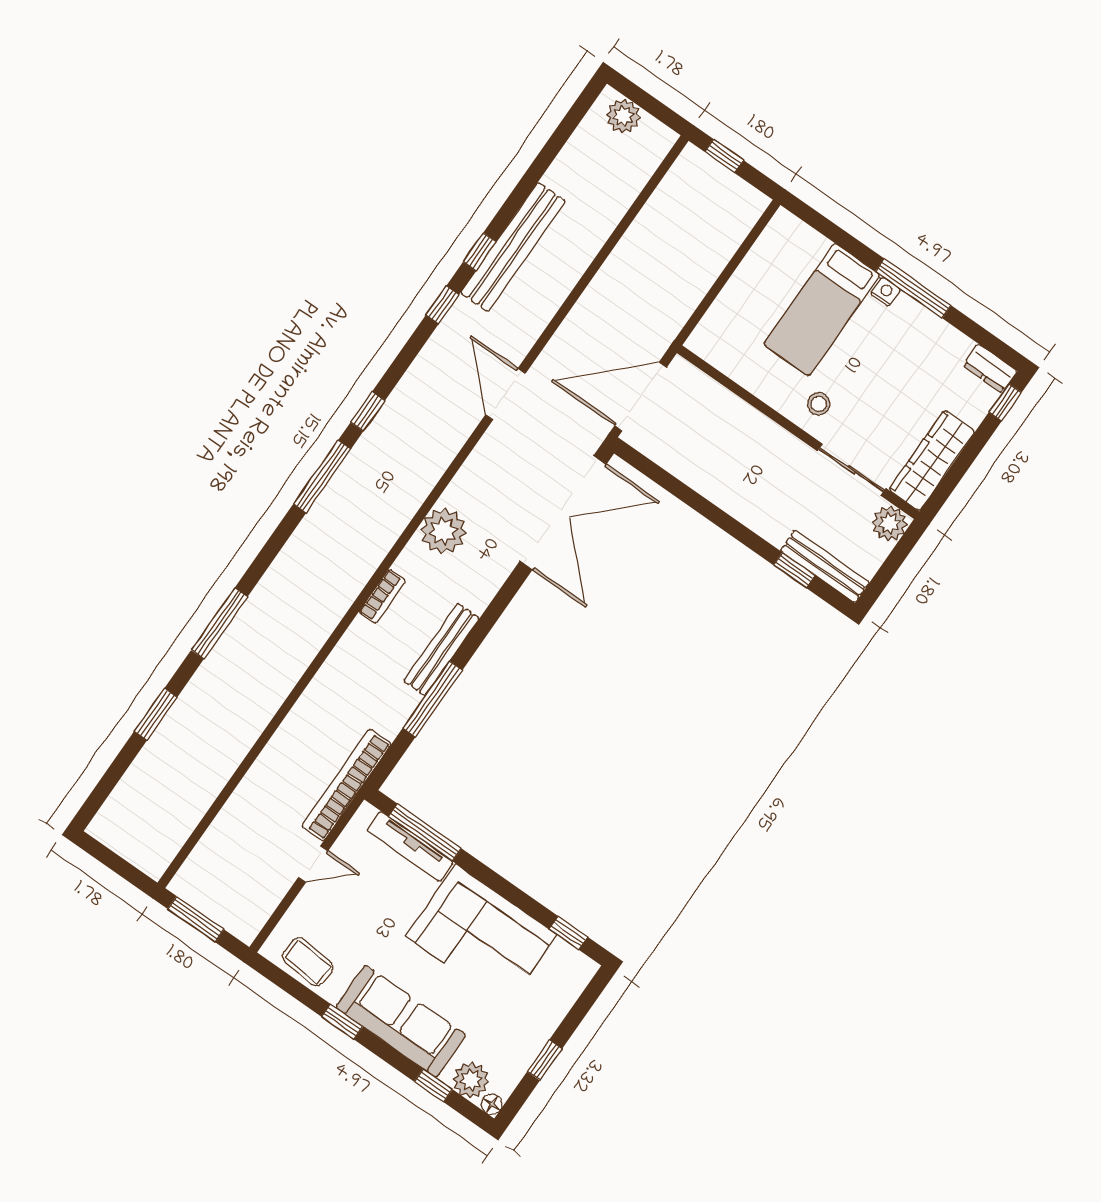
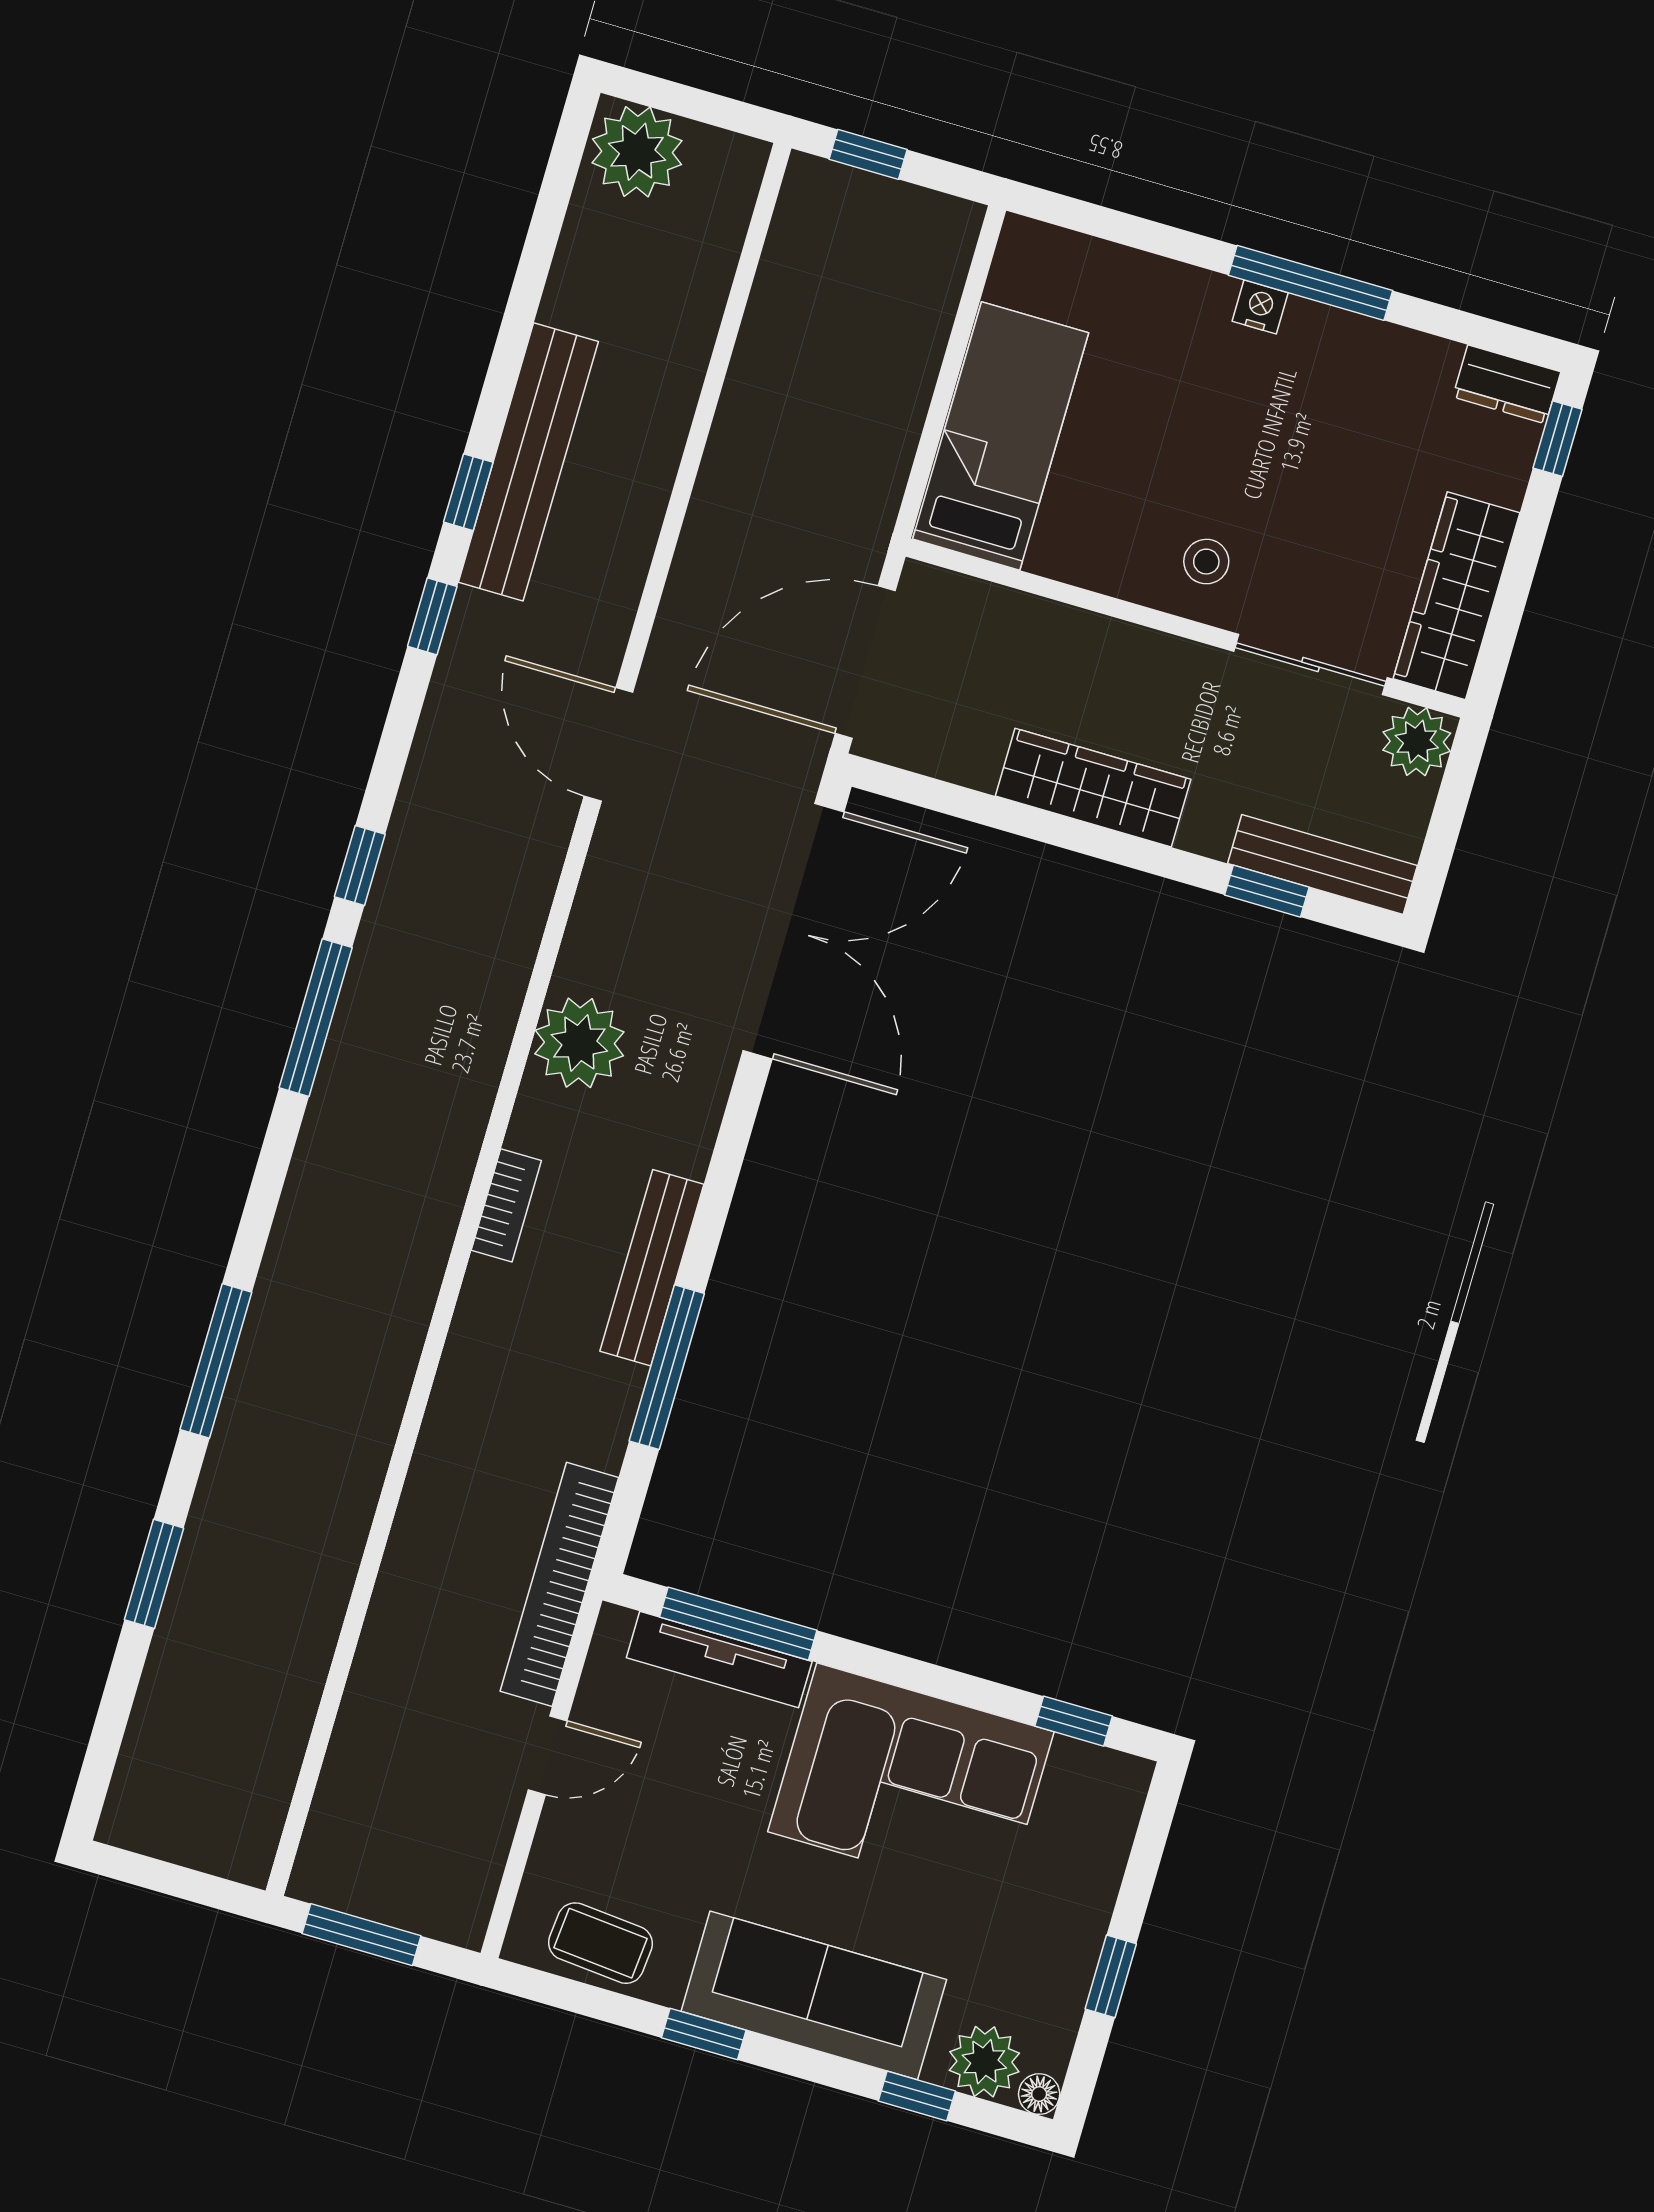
plant: (623, 116) -> (637, 152), width x1.36, depth x1.36
bed: (822, 310) -> (1001, 436), moved, turned 180
wardrobe: (728, 493) -> (1093, 788), added

